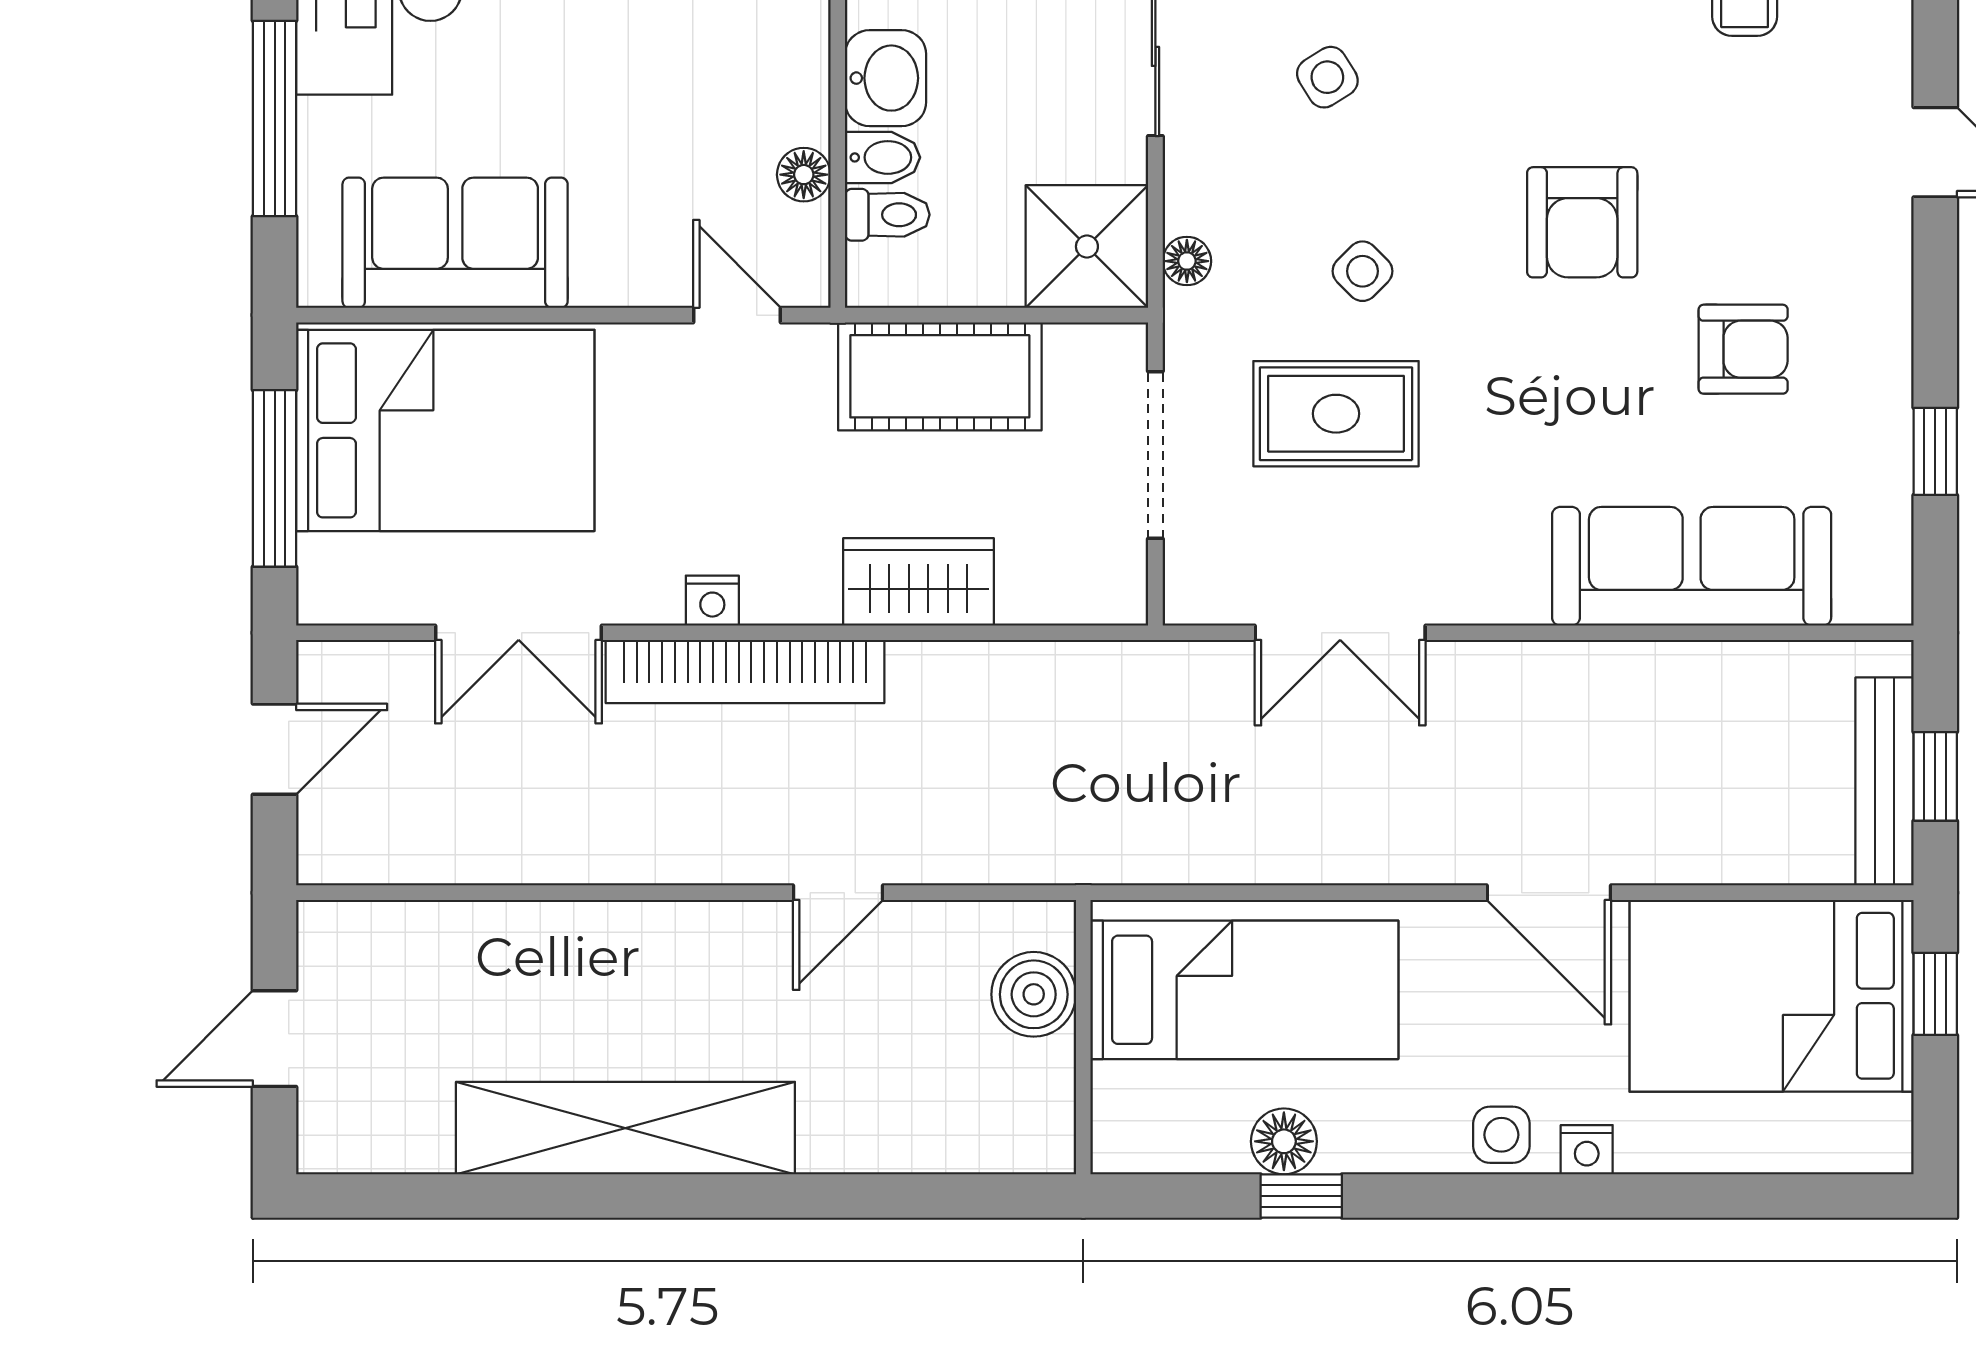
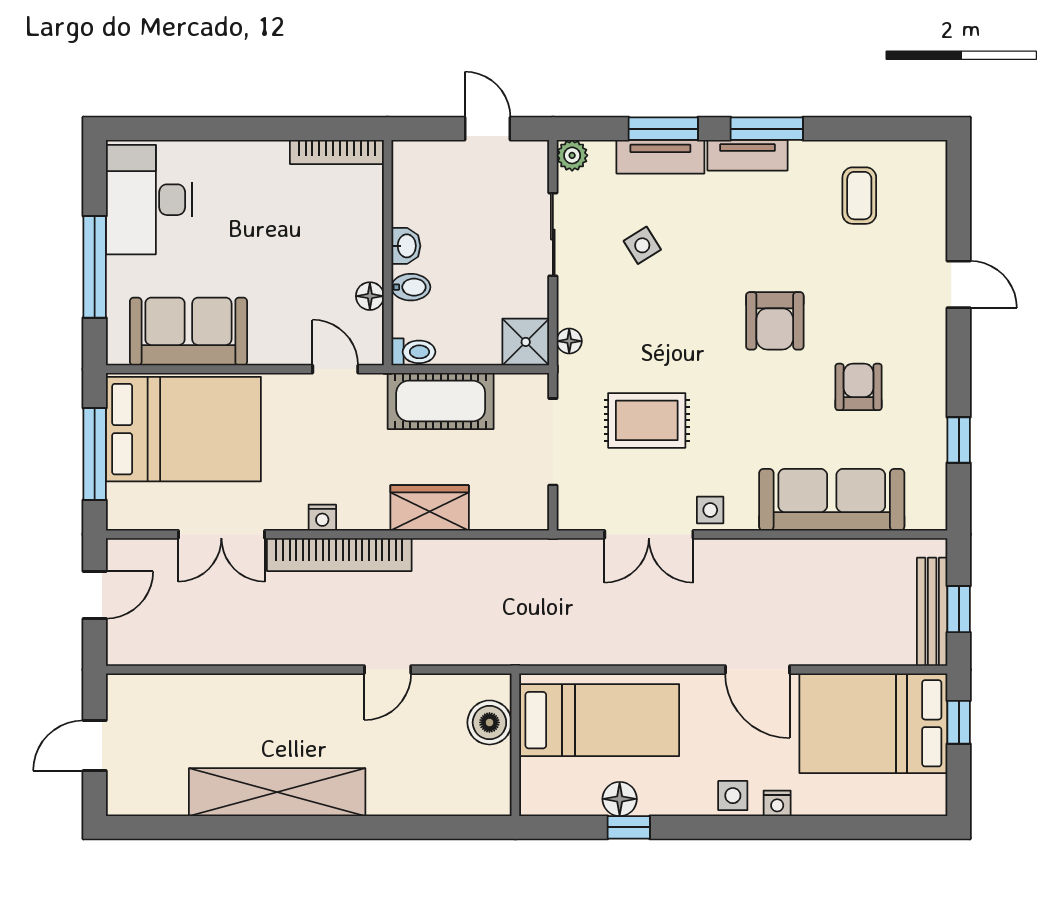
washbasin: (886, 78) -> (406, 246), width x0.72, depth x0.69
toilet: (887, 215) -> (413, 352), moved
shower: (1087, 247) -> (526, 342), width x0.73, depth x0.73
side table: (1363, 271) -> (710, 510), moved, turned 45
armchair: (1743, 349) -> (859, 387), turned -90

